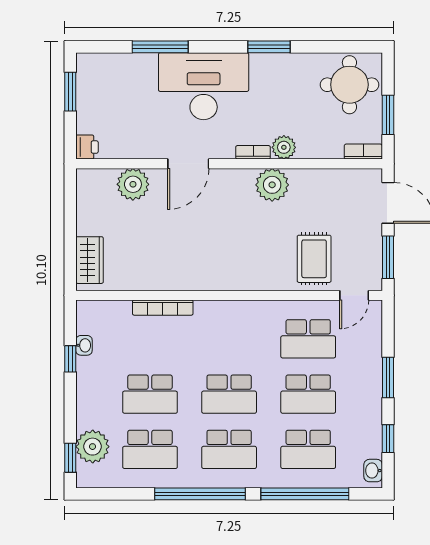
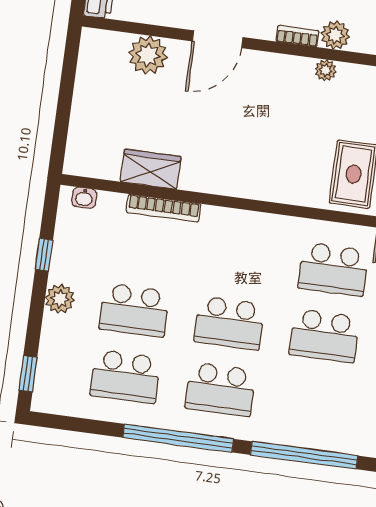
plant: (272, 185) -> (326, 70), width x0.53, depth x0.53
wardrobe: (90, 260) -> (151, 169), moved, turned -90
washbasin: (84, 345) -> (84, 198), moved, turned 90
plant: (93, 447) -> (60, 299), moved, width x0.73, depth x0.73
school desk: (308, 449) -> (315, 402), removed

